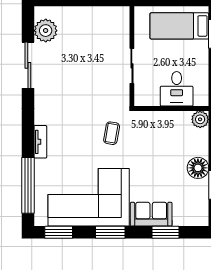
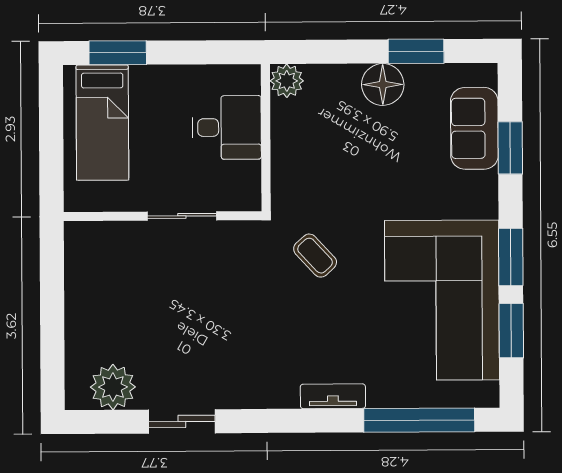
sliding door: (28, 65) -> (182, 421), width x0.73
coffee table: (112, 133) -> (315, 256), turned 37
sofa: (151, 214) -> (474, 128), moved
window: (59, 232) -> (511, 331), moved

